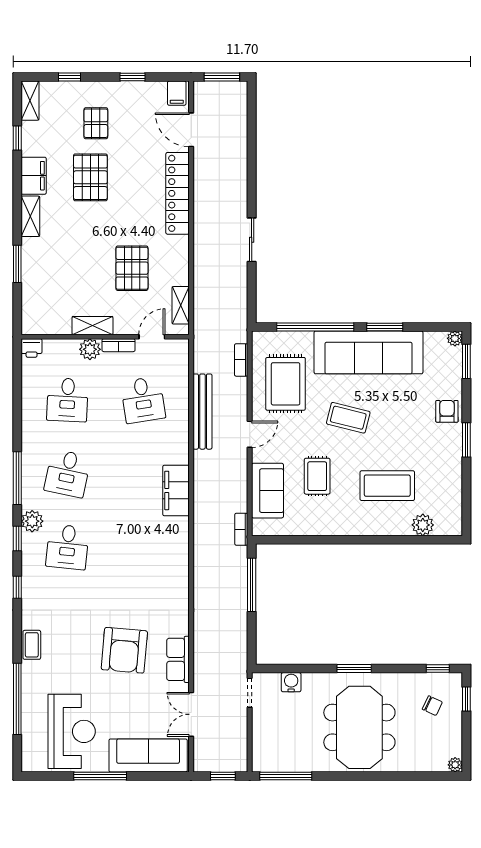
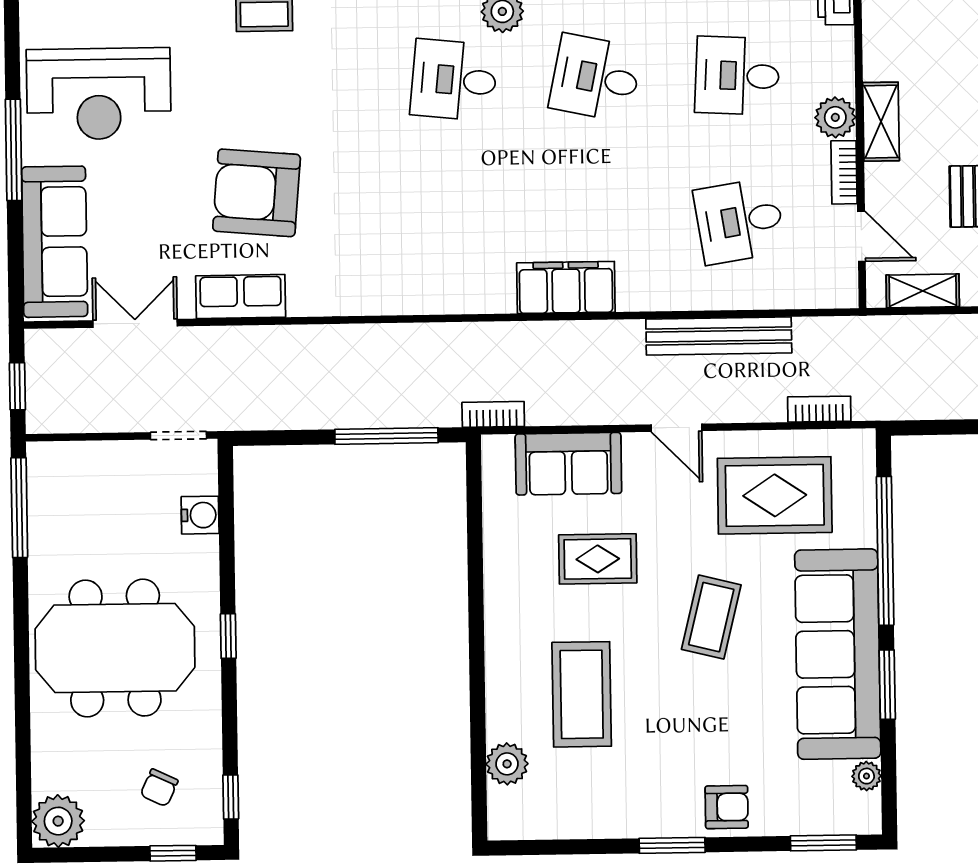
plant: (455, 338) -> (866, 776), moved
window: (354, 669) -> (228, 636), width x0.67
plant: (455, 765) -> (58, 821), width x1.88, depth x1.88

